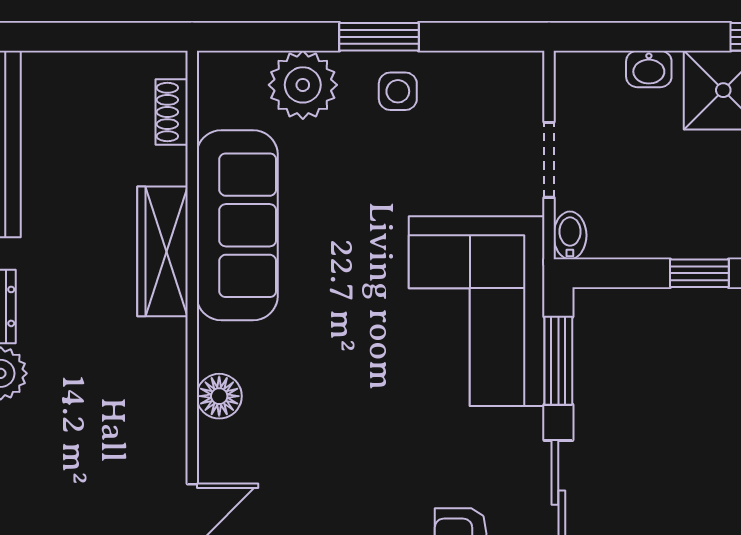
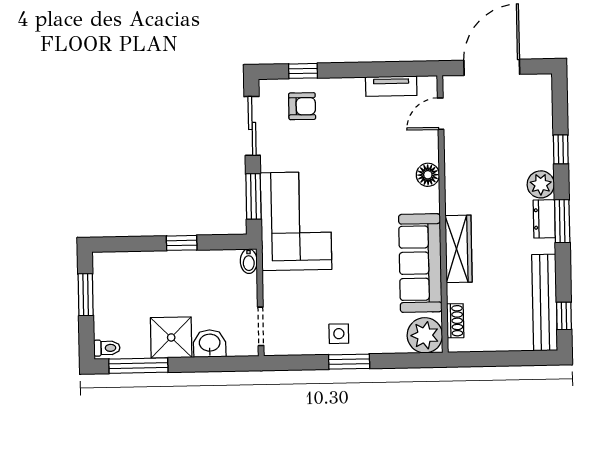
washbasin: (649, 69) -> (210, 343), width x1.38, depth x1.45
plant: (303, 85) -> (425, 335), moved
doorway: (549, 160) -> (261, 326), moved

